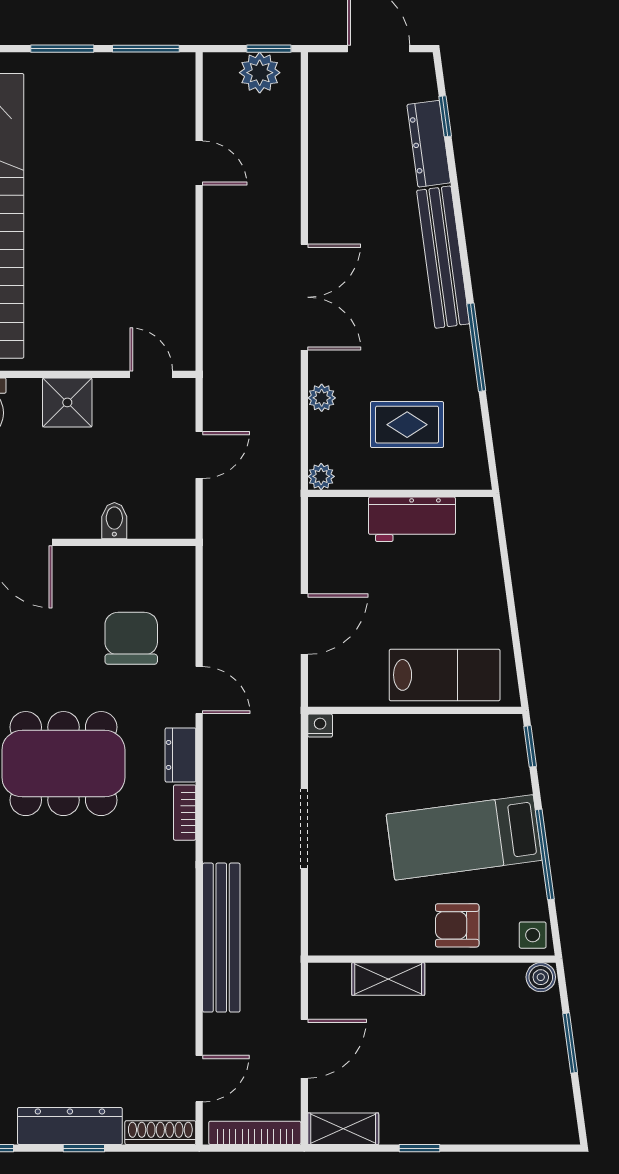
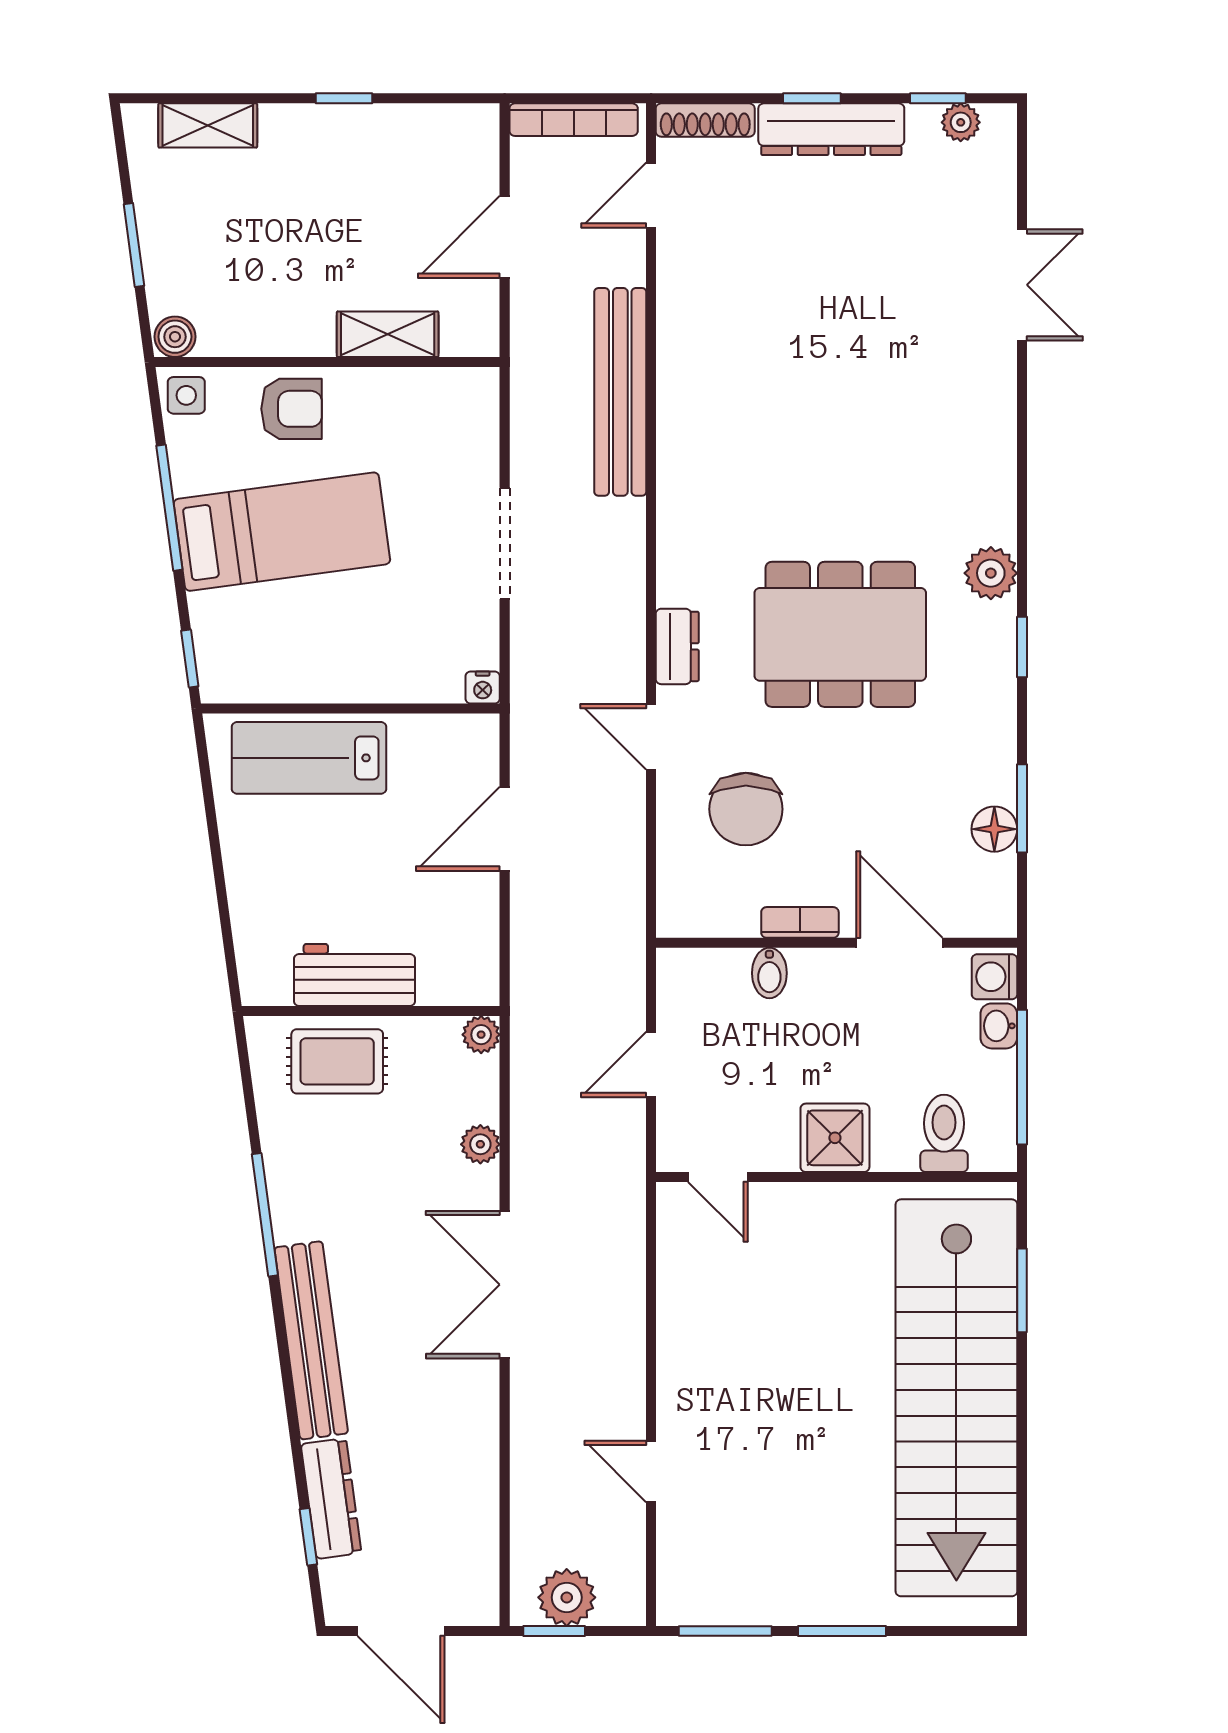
rug: (407, 425) -> (337, 1061), moved
bookcase: (185, 813) -> (800, 922), moved, turned -90
shelving: (343, 1129) -> (208, 125), moved

